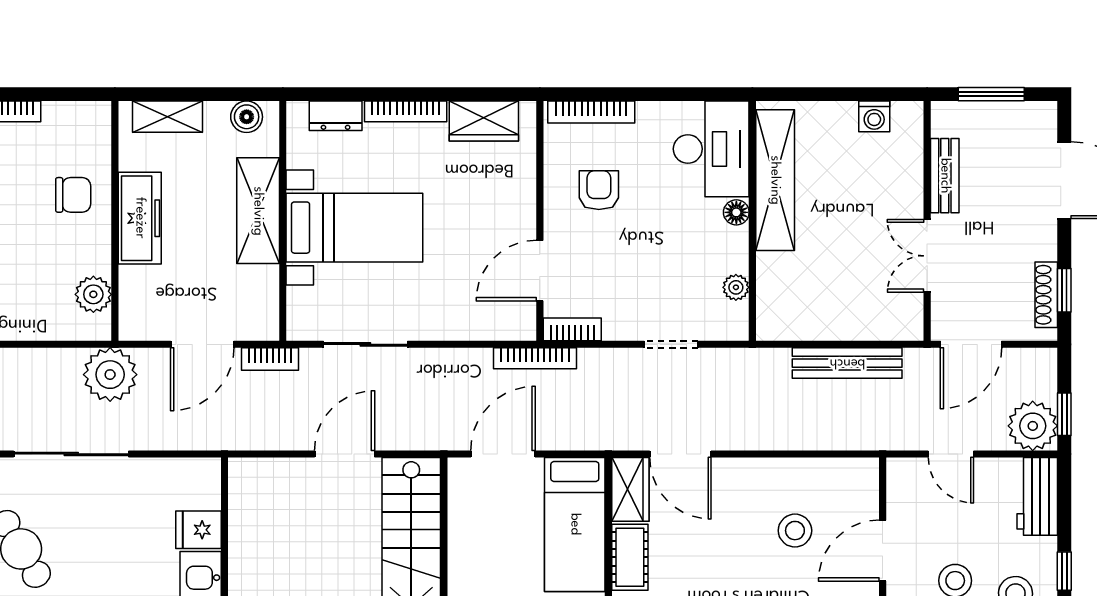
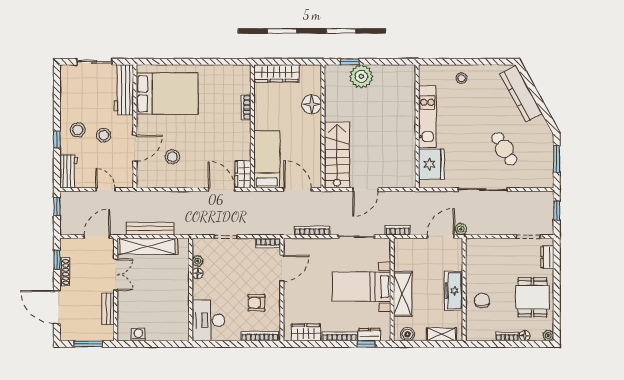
window: (344, 94) -> (366, 344), added
shelving: (775, 180) -> (147, 246), moved, turned 90
armchair: (599, 190) -> (256, 303), turned 90
chair: (73, 195) -> (482, 301), turned 90
floor lamp: (736, 212) -> (198, 273), moved
plant: (93, 294) -> (473, 258), removed
shoe rack: (1046, 295) -> (65, 272), moved
door: (202, 344) -> (441, 237), moved
bookcase: (535, 358) -> (312, 231), moved
plant: (110, 375) -> (461, 229), width x0.53, depth x0.53
plant: (1033, 426) -> (70, 202), removed
door: (503, 454) -> (298, 190), swing flipped
fridge: (199, 530) -> (431, 164), width x1.88, depth x1.34
cot: (630, 557) -> (243, 145), removed

